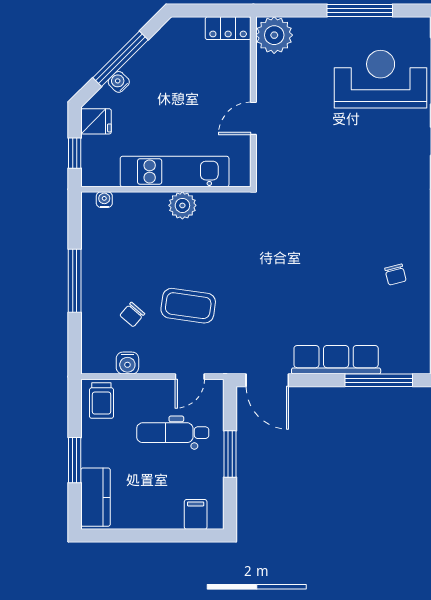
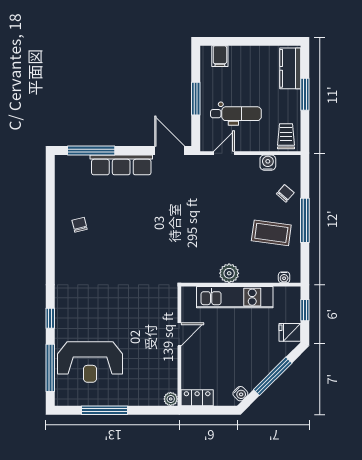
plant: (274, 35) -> (171, 399), width x0.53, depth x0.53
water cooler: (119, 82) -> (240, 394), moved
coffee table: (188, 306) -> (271, 233), moved
chair: (132, 315) -> (285, 193), moved

